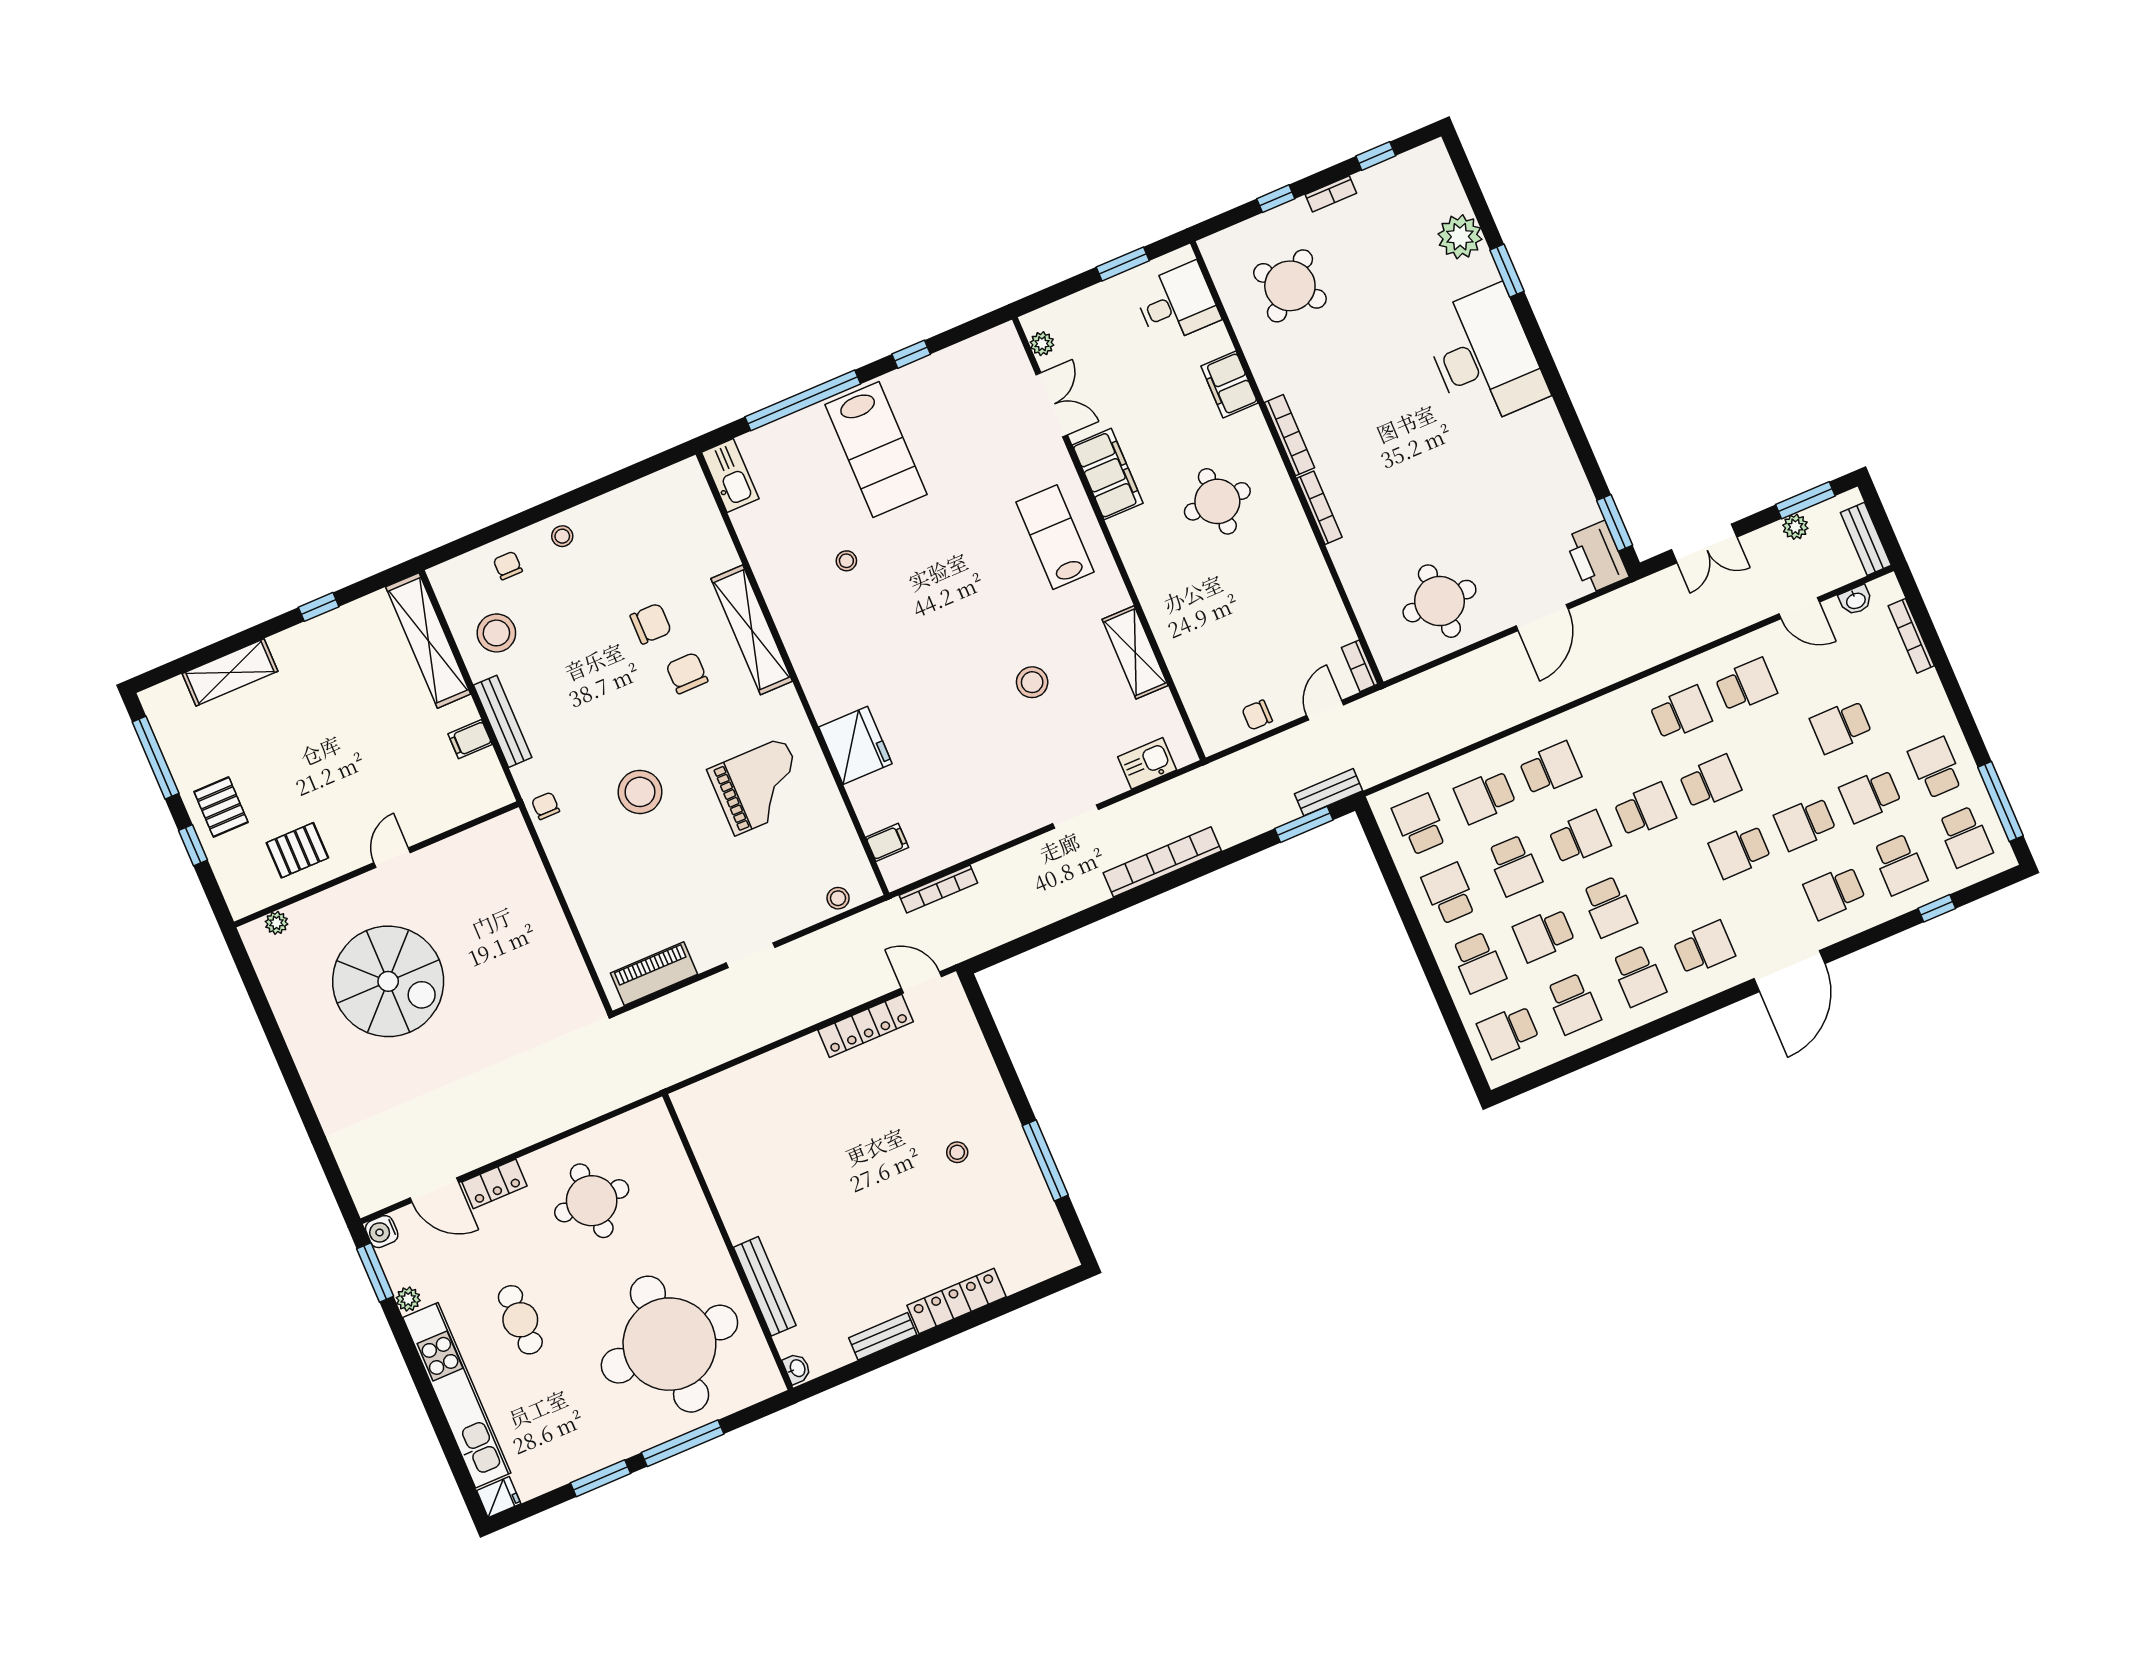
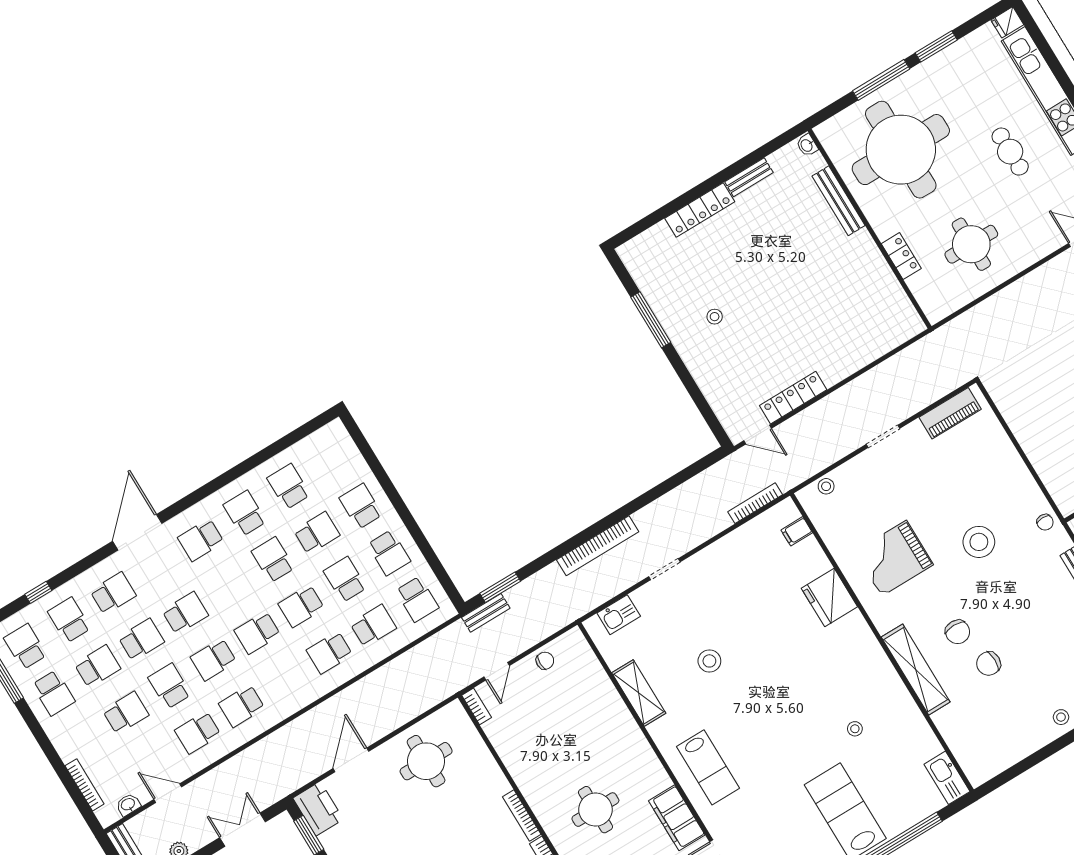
school desk: (1508, 1032) -> (170, 686), moved, turned -90
locker: (495, 1184) -> (901, 256), moved, turned 90

